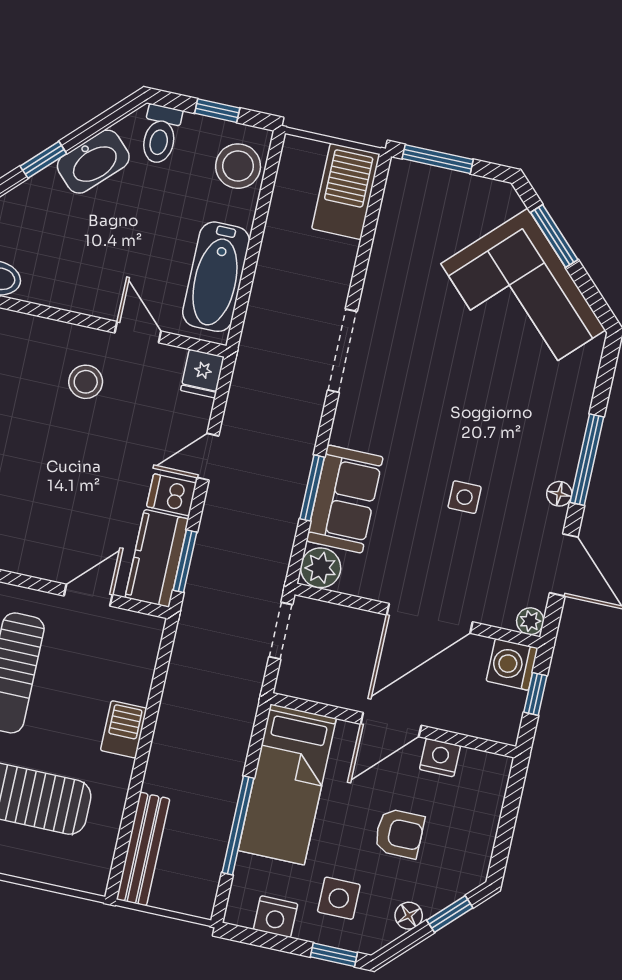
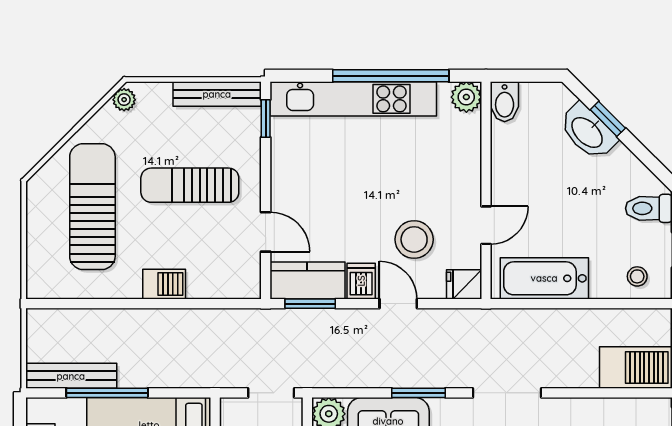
washbasin: (93, 162) -> (588, 132), moved
stool: (238, 166) -> (637, 276), width x0.53, depth x0.53
stool: (86, 382) -> (414, 239), moved, width x1.38, depth x1.38
window: (312, 488) -> (419, 393), moved
bench: (143, 849) -> (71, 376), moved

